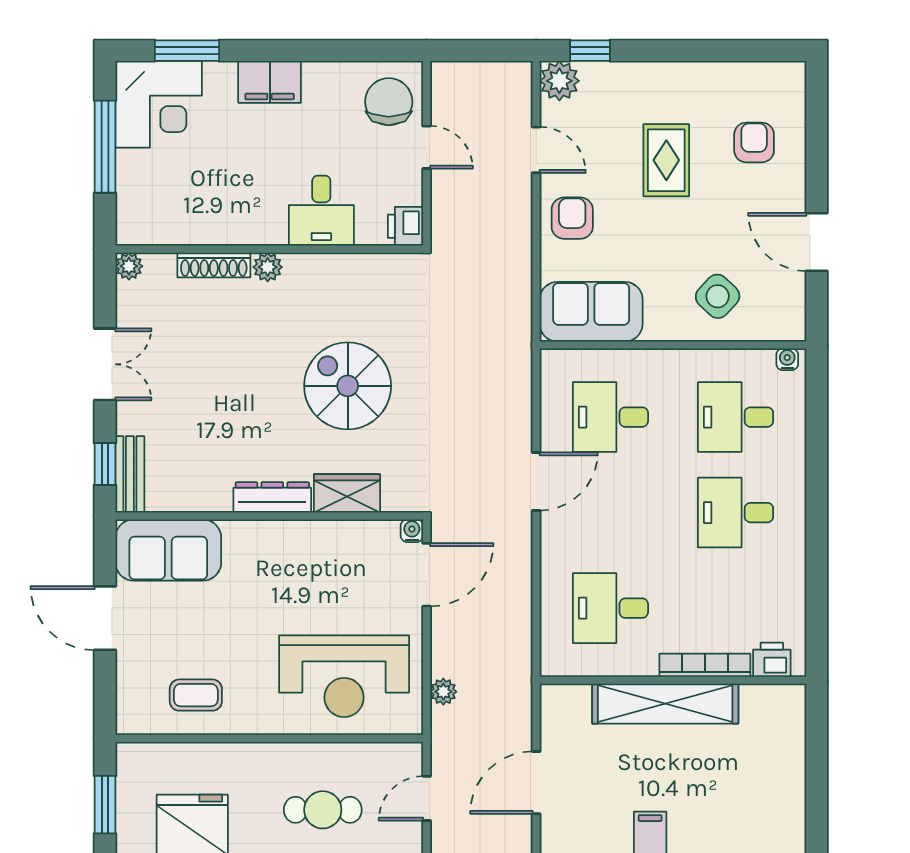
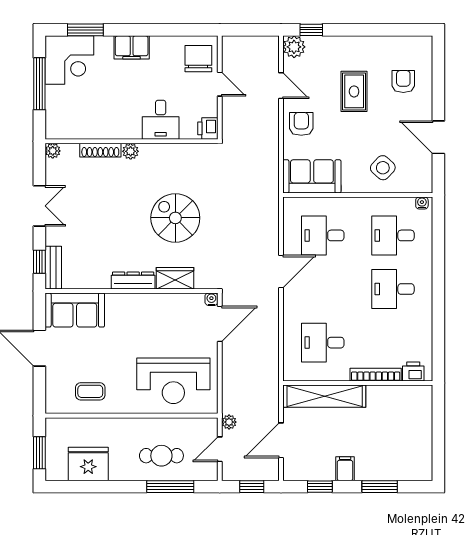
plant: (443, 692) -> (229, 422), moved
shelving: (665, 704) -> (325, 396), moved

